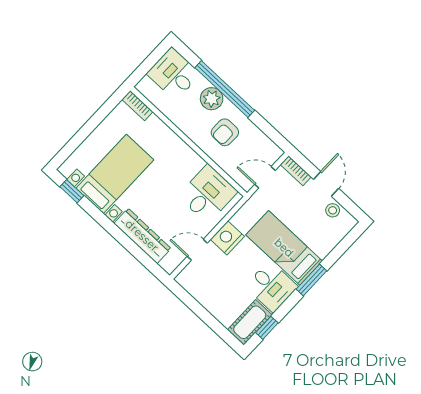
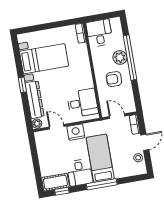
desk: (174, 74) -> (99, 33), moved
window: (72, 191) -> (22, 85), moved
plant: (169, 265) -> (37, 124), added
window: (311, 280) -> (102, 184), width x1.44

